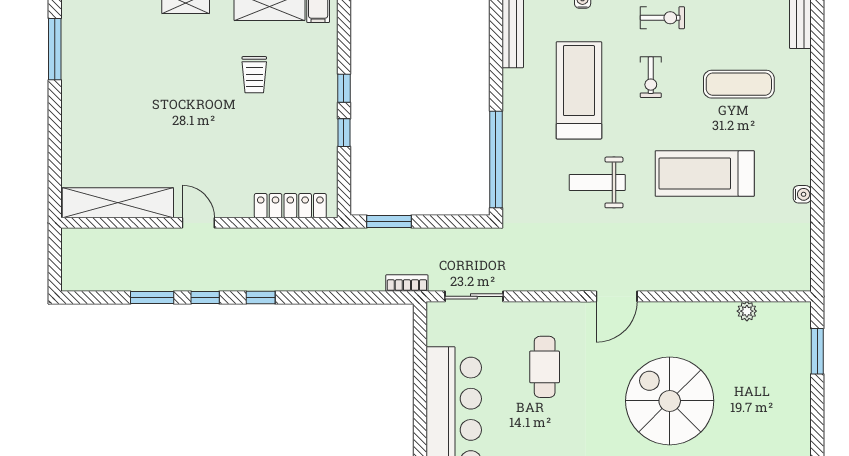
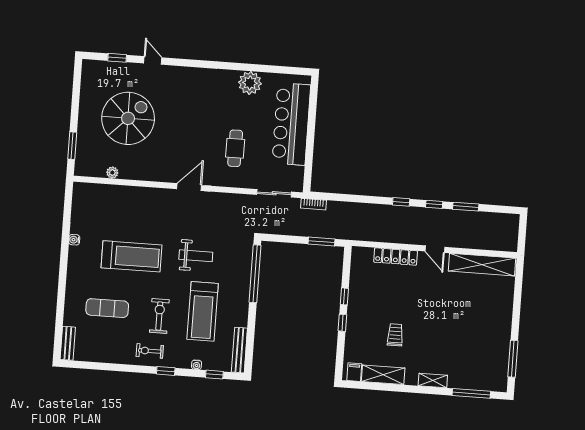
exercise bike: (651, 77) -> (159, 316), width x1.38, depth x1.39
locker: (290, 206) -> (396, 257), moved
spiral stairs: (670, 401) -> (128, 118), moved, turned -90

